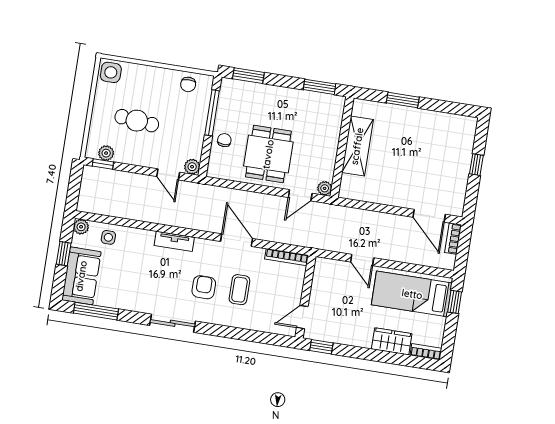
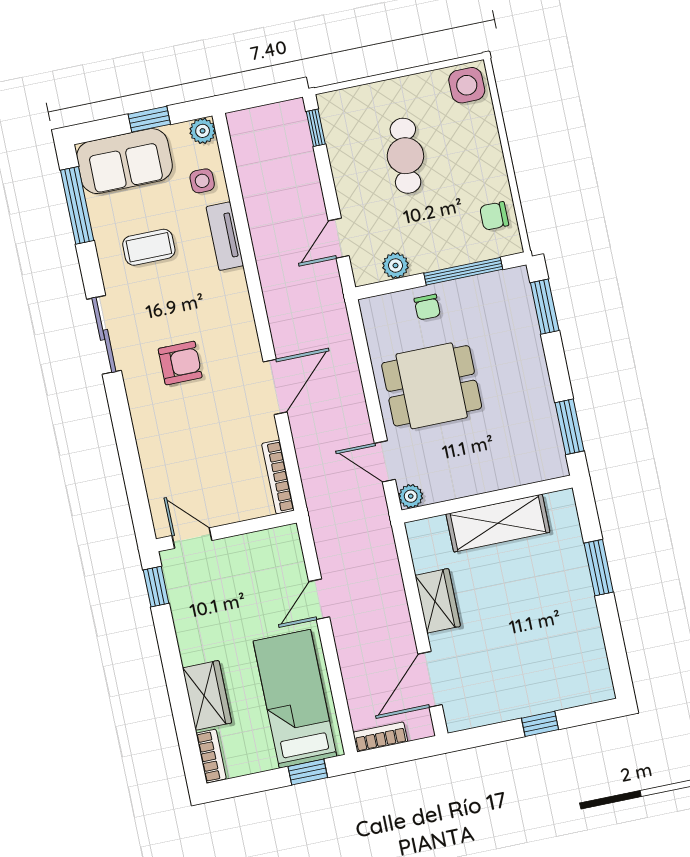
chair: (224, 140) -> (427, 307), turned 90
plant: (106, 153) -> (335, 126), removed
plant: (192, 167) -> (396, 266), moved
wardrobe: (388, 195) -> (438, 601), added
bookcase: (453, 239) -> (380, 737), moved
tv unit: (174, 241) -> (225, 236), moved
coffee table: (239, 290) -> (149, 247), moved

